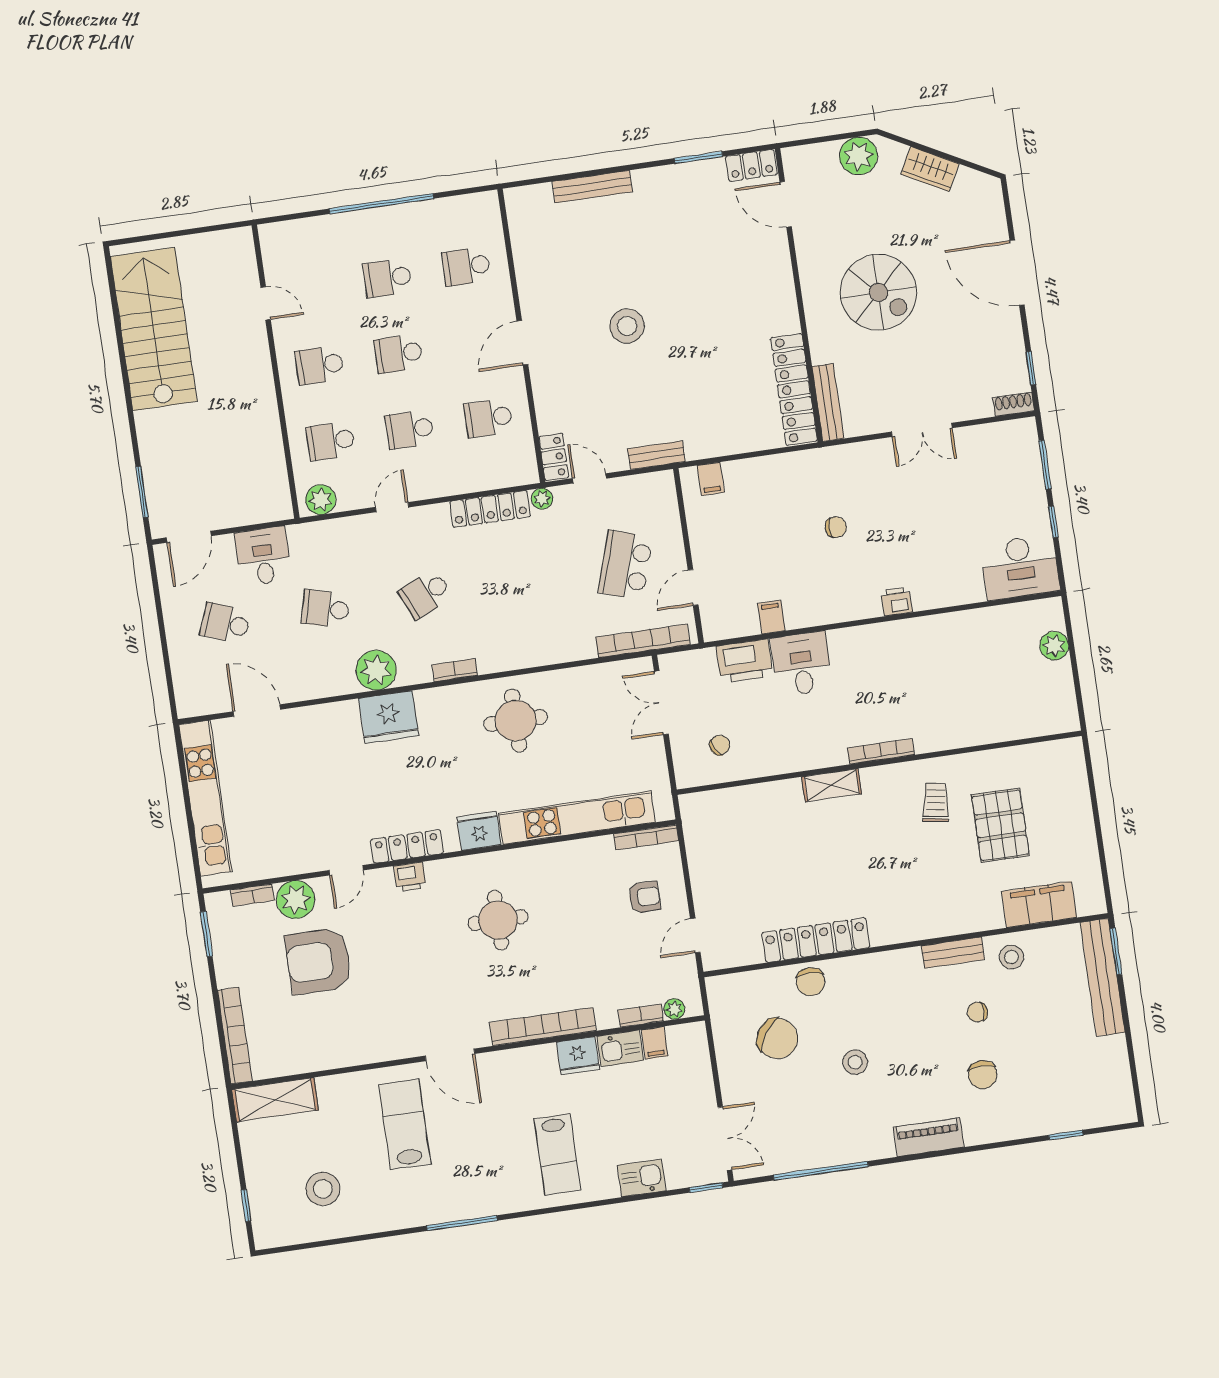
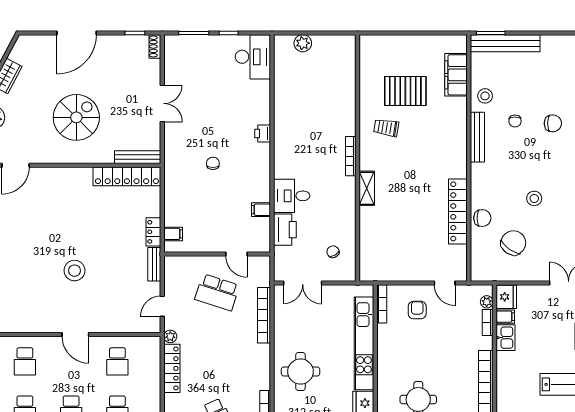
locker: (554, 457) -> (153, 232), moved, turned -90
bookcase: (643, 641) -> (264, 315), moved
bench: (953, 953) -> (477, 137), width x1.36
fridge: (578, 1056) -> (506, 297), moved

